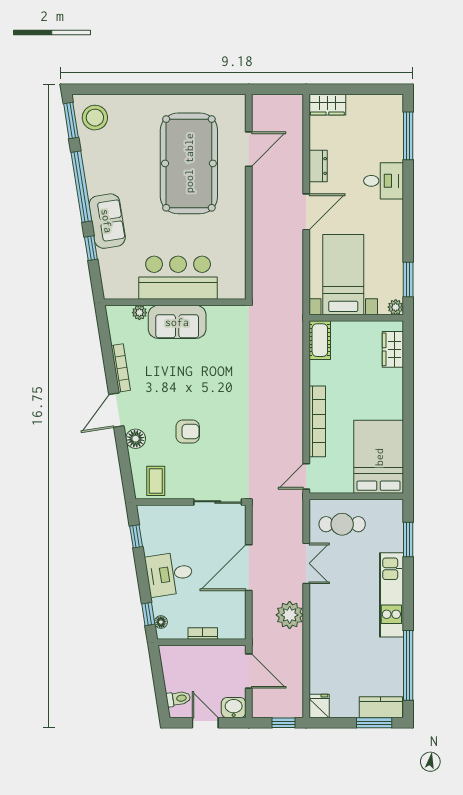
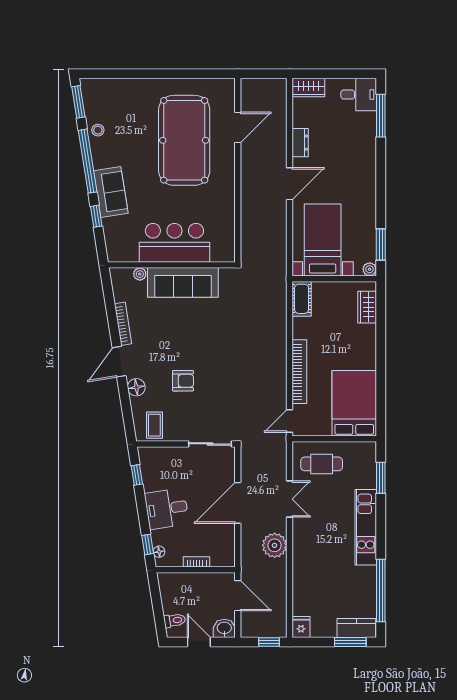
stool: (95, 118) -> (98, 130), moved, width x0.53, depth x0.53
desk: (384, 181) -> (359, 95), moved
sofa: (177, 322) -> (183, 282), width x1.36

